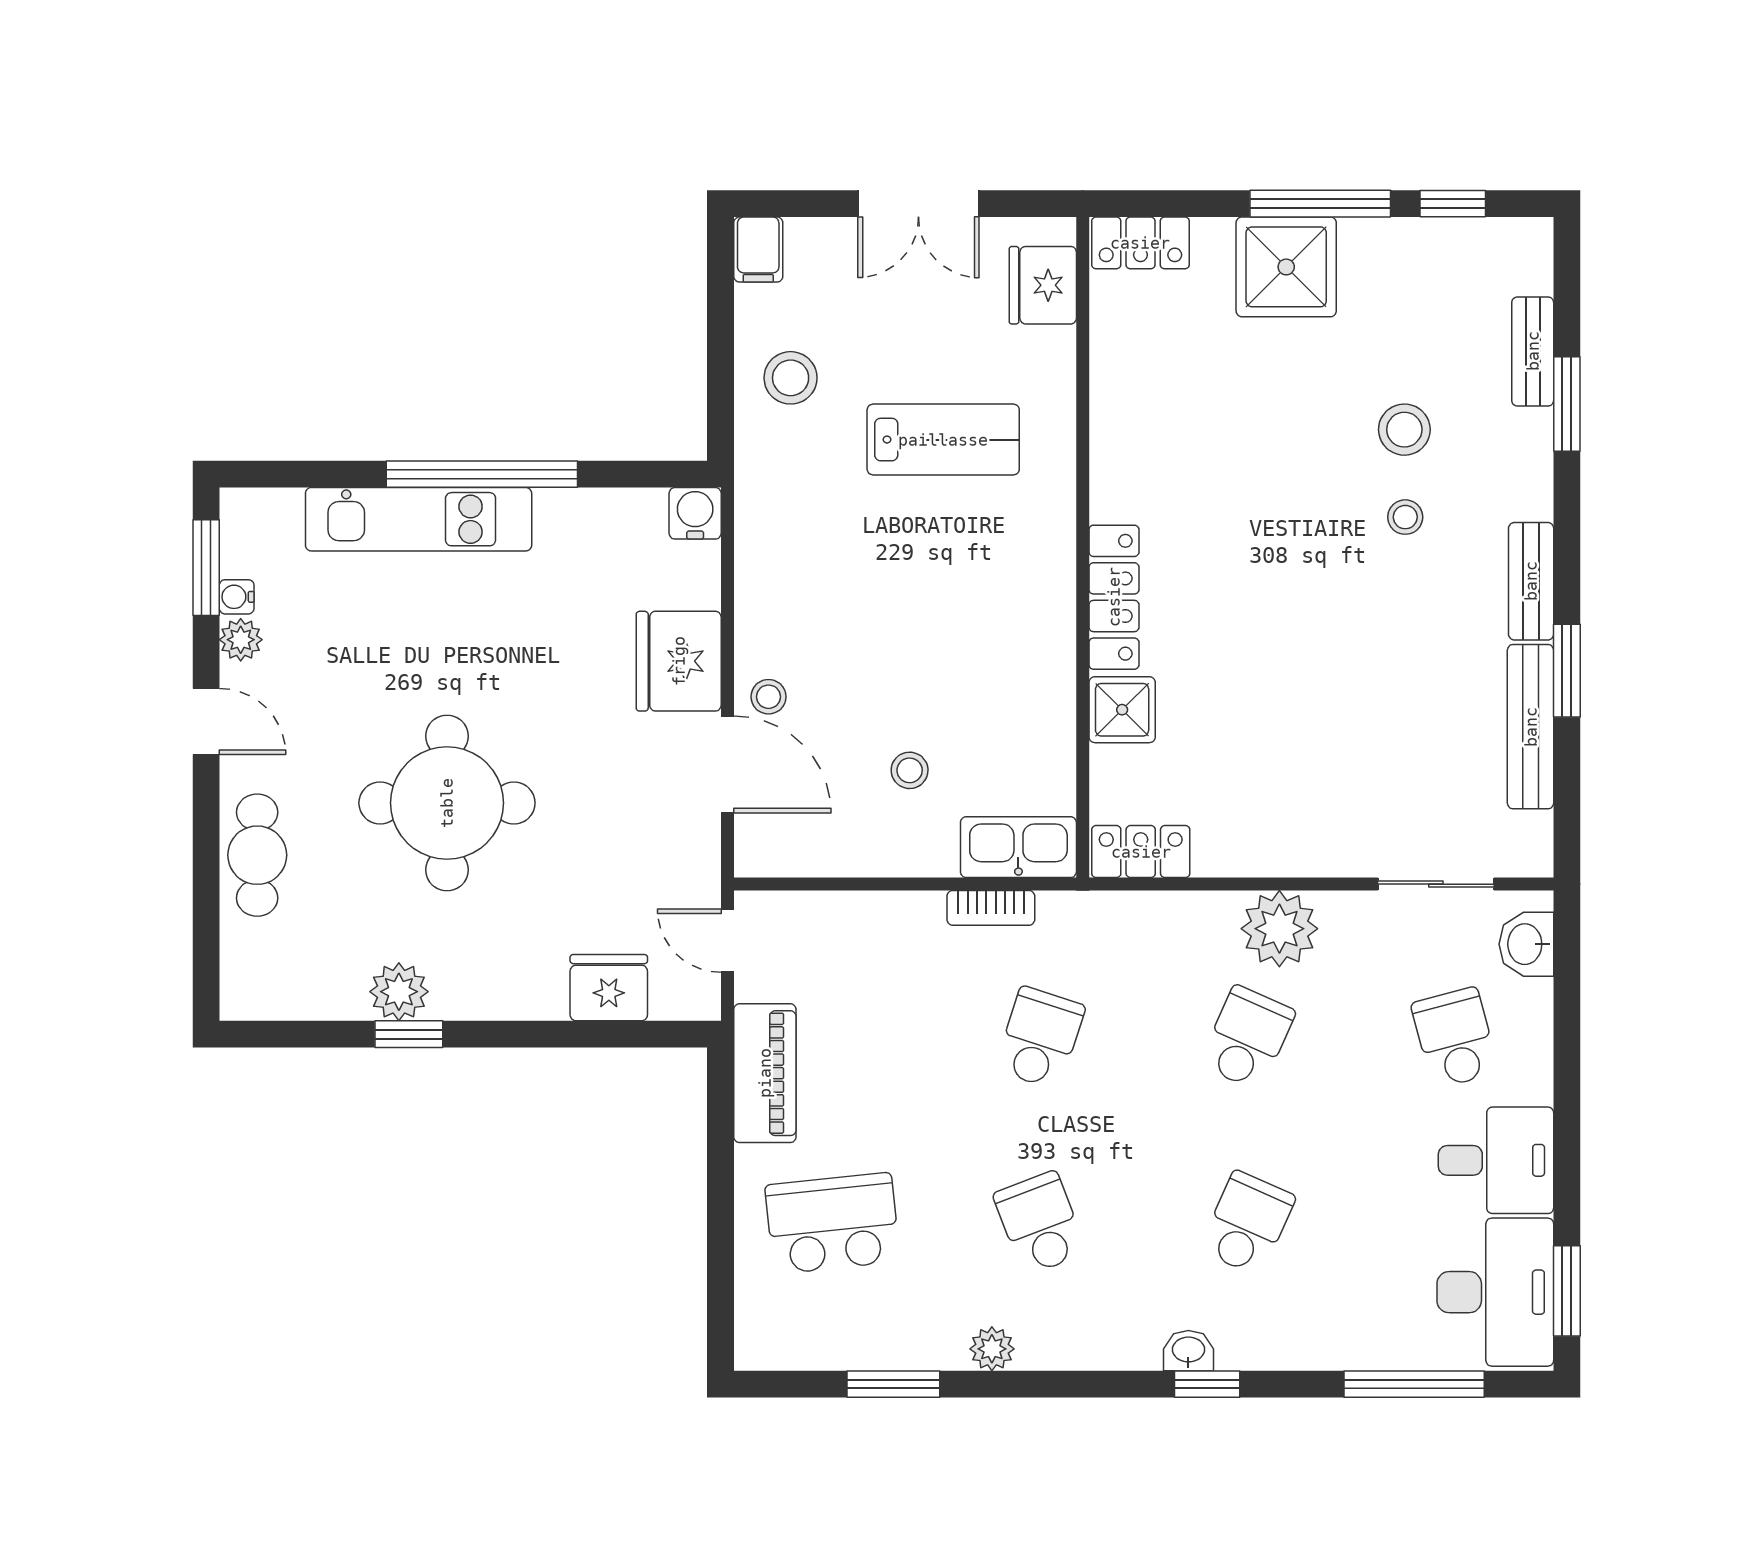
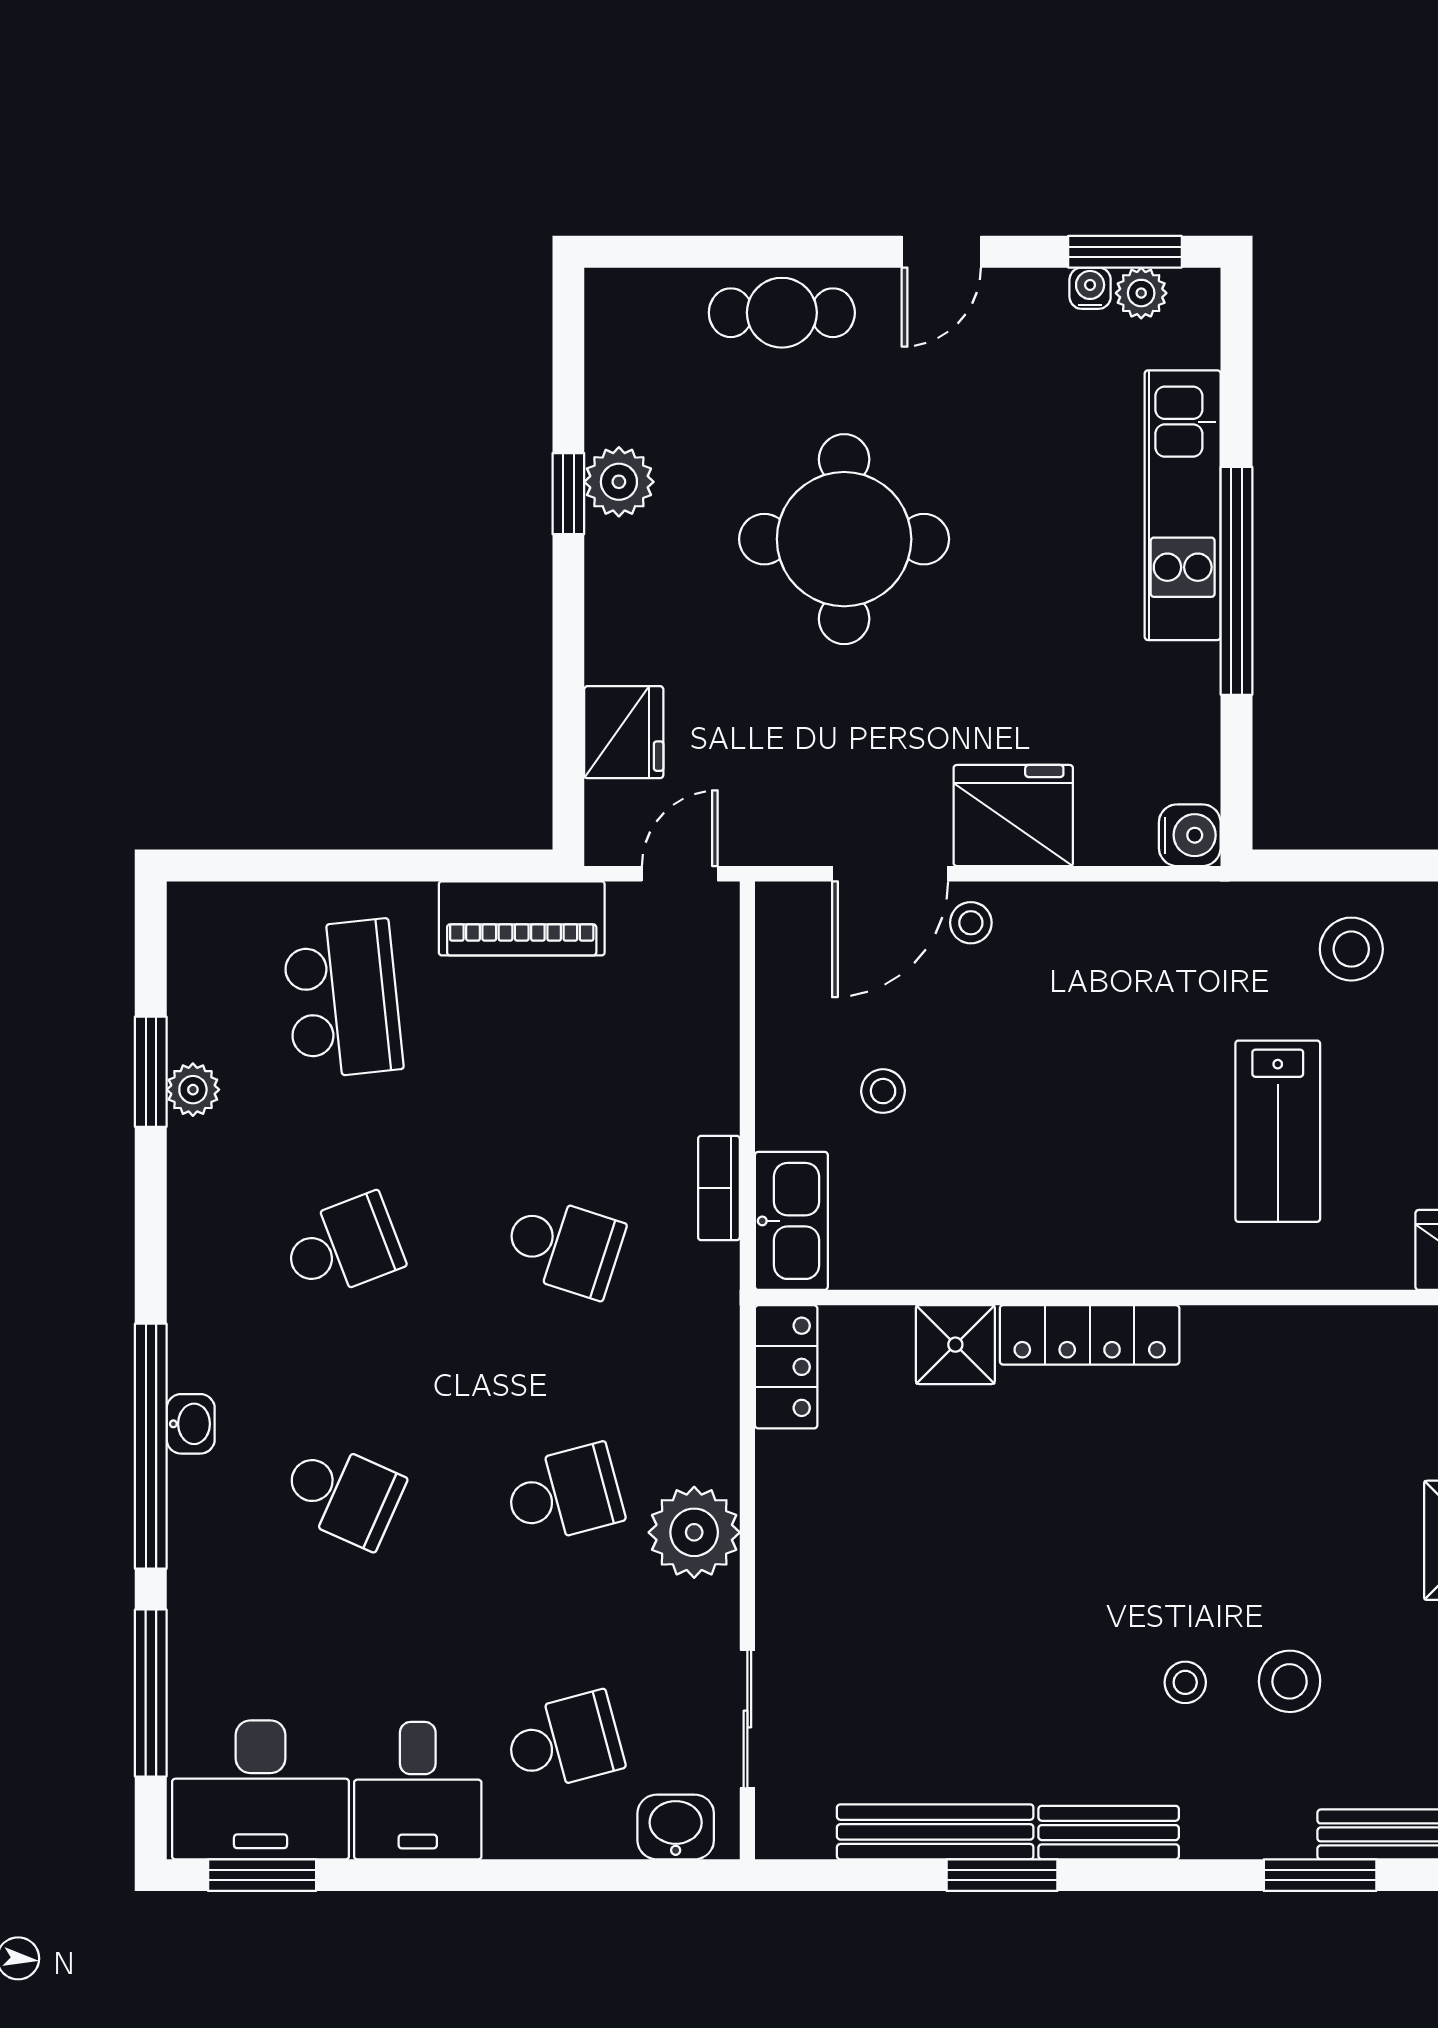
plant: (241, 640) -> (1141, 293), moved
school desk: (1247, 1038) -> (564, 1494), turned -39
plant: (992, 1349) -> (193, 1090), moved
window: (1207, 1384) -> (151, 1446), width x3.17

